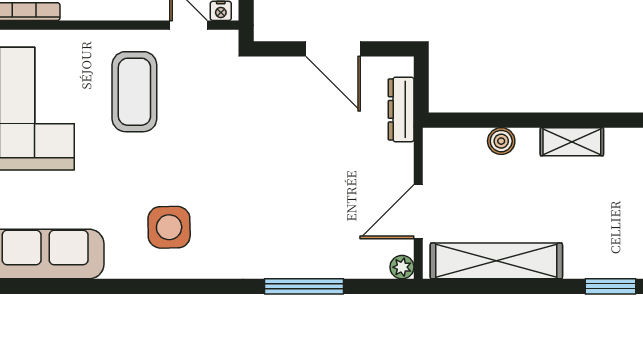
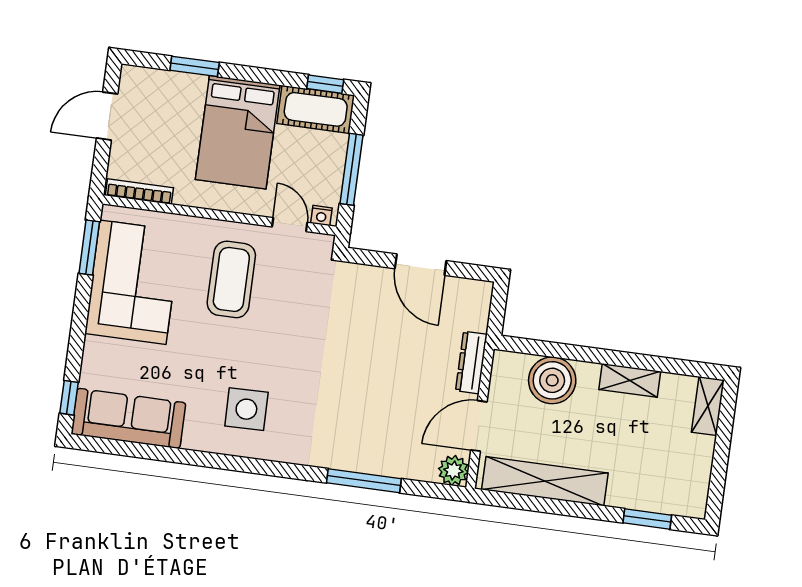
dresser: (401, 109) -> (471, 362), moved
boiler: (501, 141) -> (552, 380), width x1.86, depth x1.86
plant: (402, 267) -> (453, 470), width x1.38, depth x1.38

